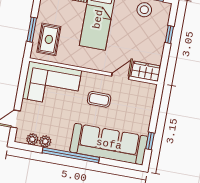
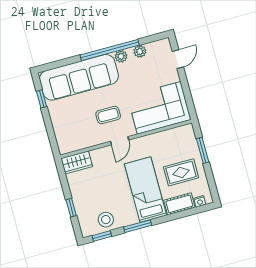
rug: (49, 39) -> (181, 172), moved, turned 90
door: (120, 76) -> (120, 141), moved
plant: (32, 139) -> (121, 56), moved

